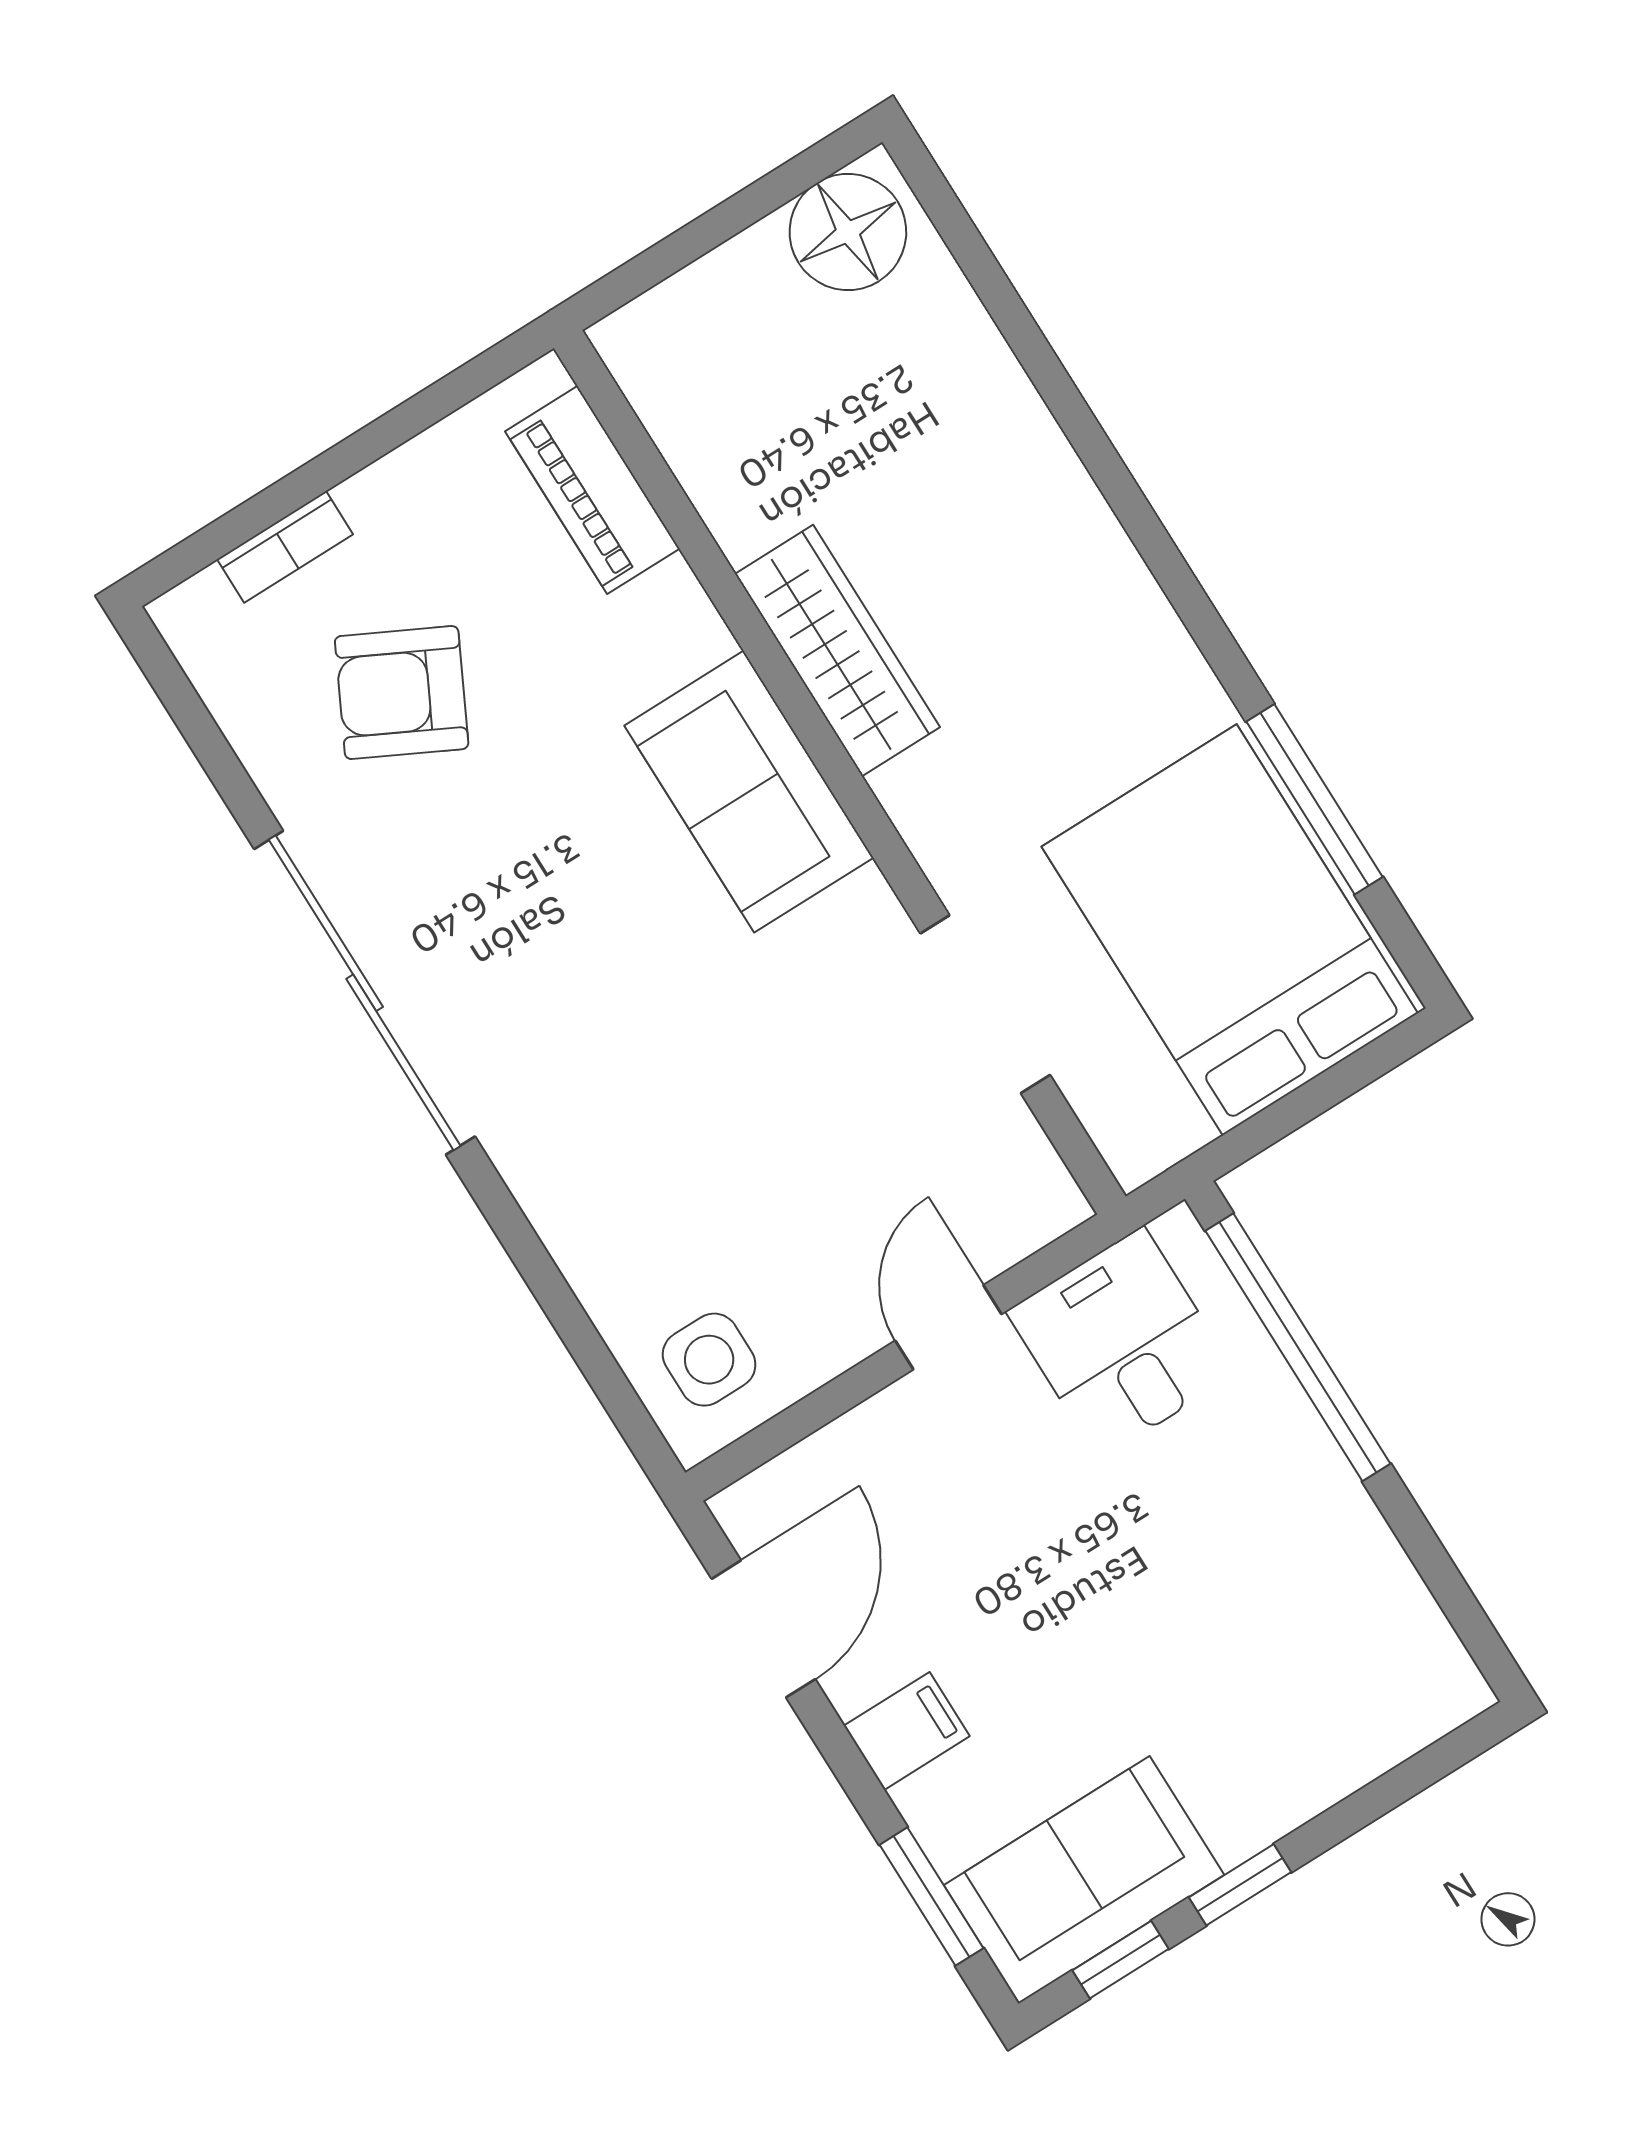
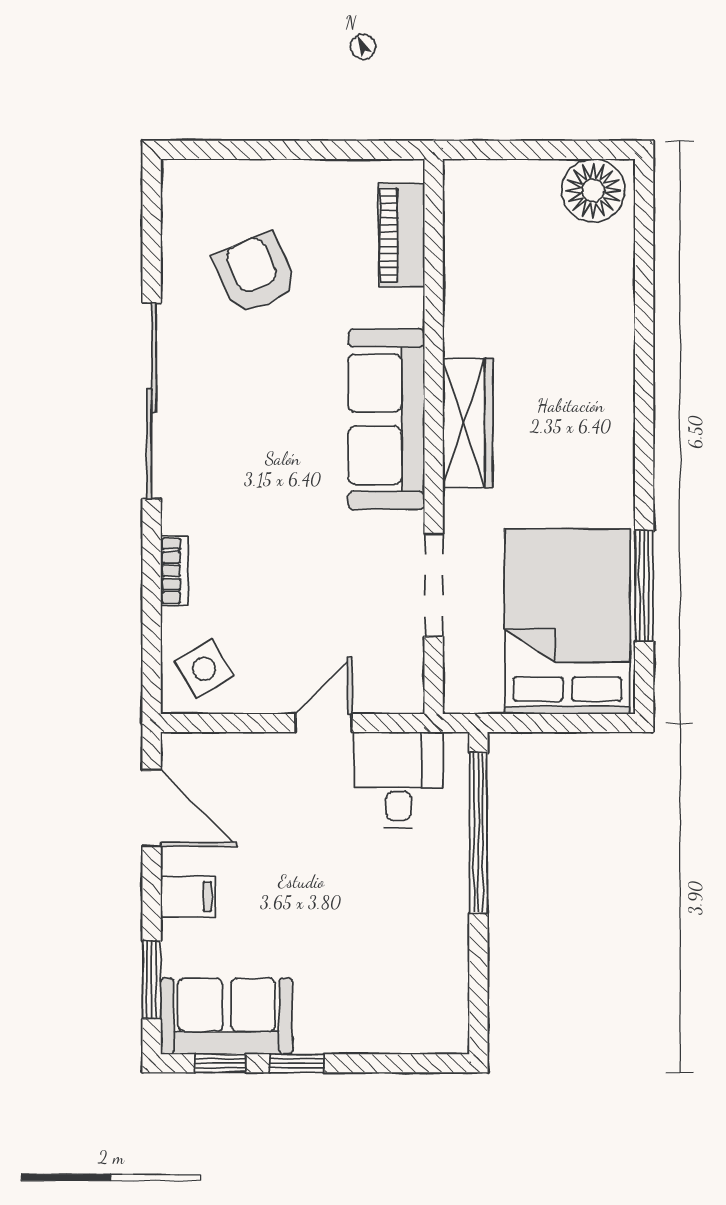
bookcase: (285, 547) -> (174, 571), moved, turned -90
wardrobe: (837, 650) -> (468, 423), moved
armchair: (402, 693) -> (255, 273), turned 39
sofa: (749, 792) -> (386, 419), width x1.36
side table: (709, 1360) -> (204, 669), turned -31
door: (764, 1629) -> (152, 808), hinge flipped

